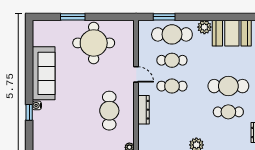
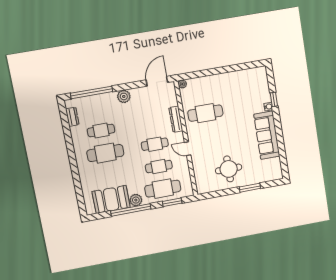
window: (212, 17) -> (131, 210), added
round table: (94, 43) -> (229, 169), width x0.73, depth x0.73
cafe table: (109, 111) -> (205, 113), turned 90

